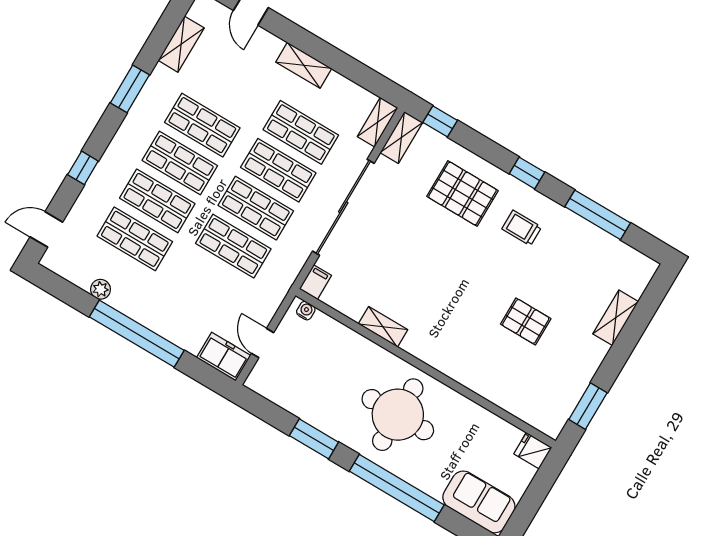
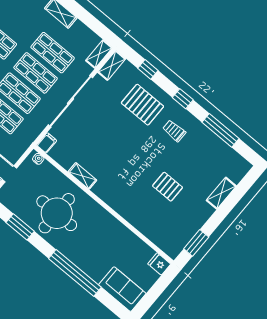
window: (440, 121) -> (148, 69), moved
round table: (398, 415) -> (57, 213), moved
window: (314, 439) -> (20, 227), moved

